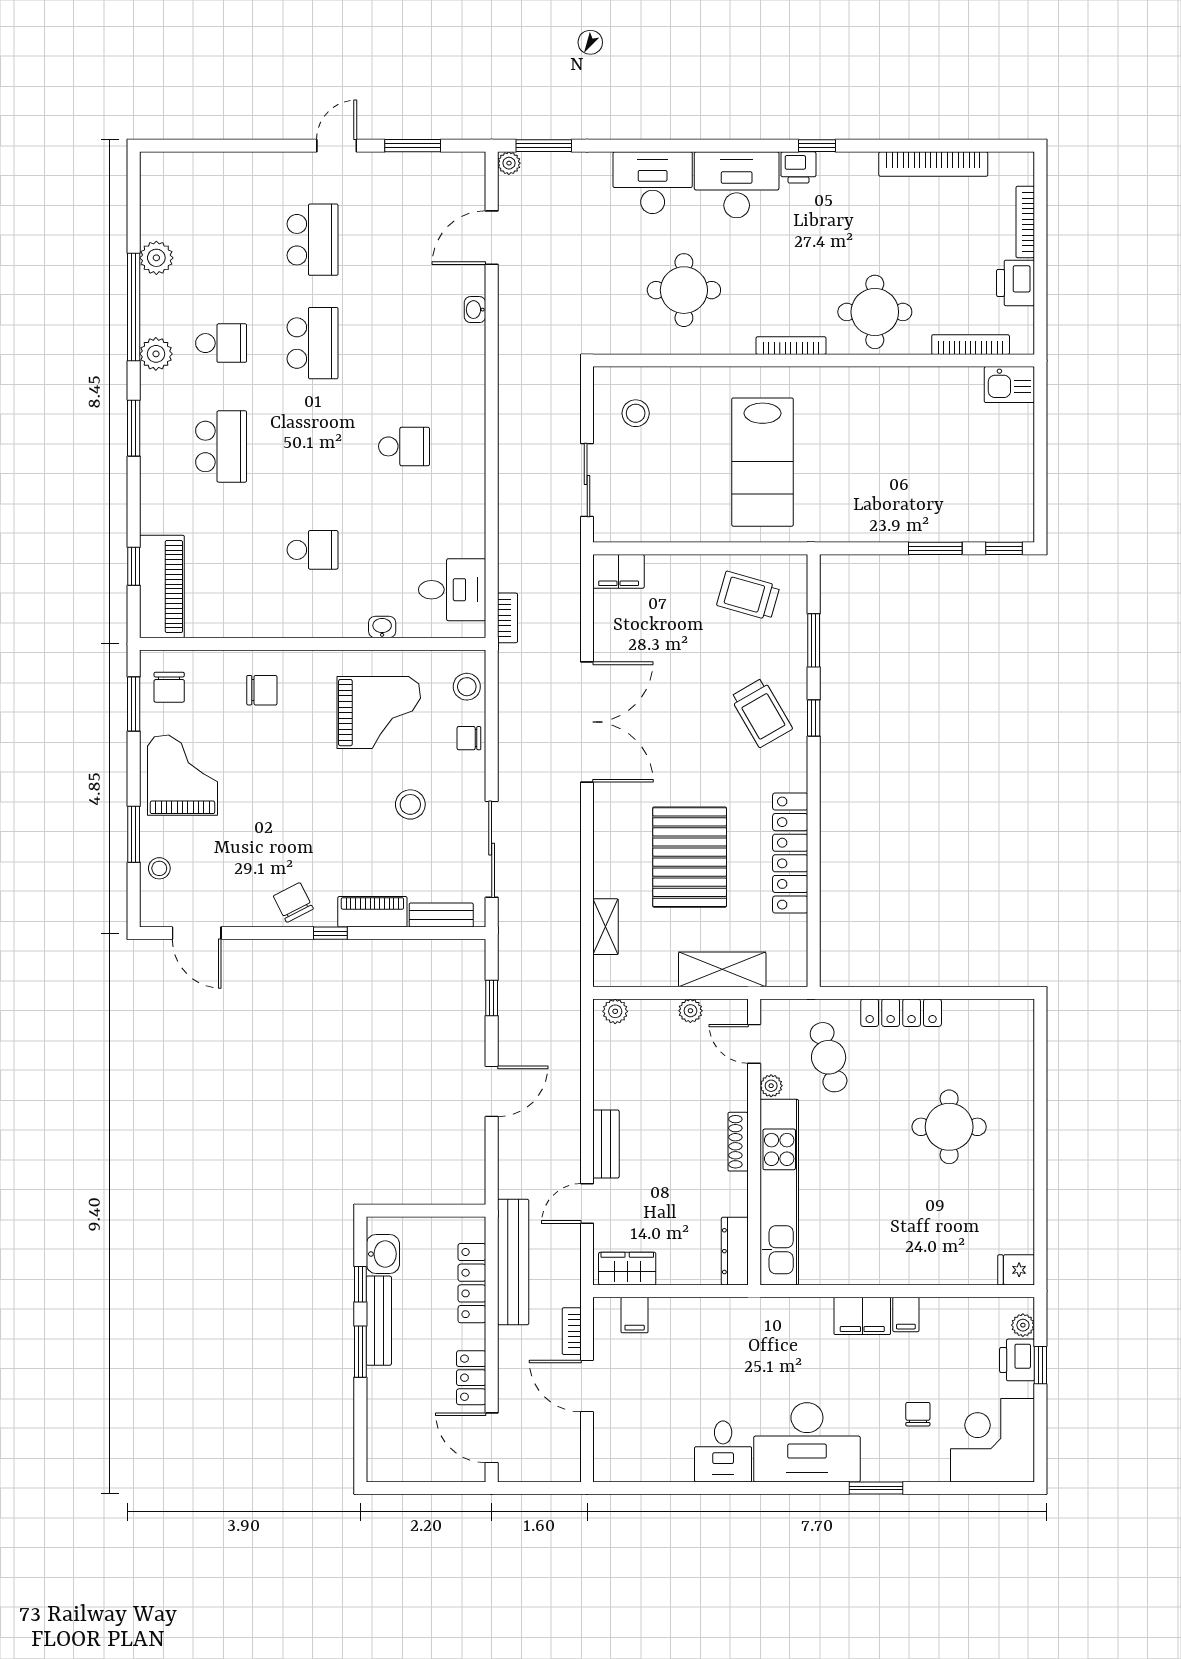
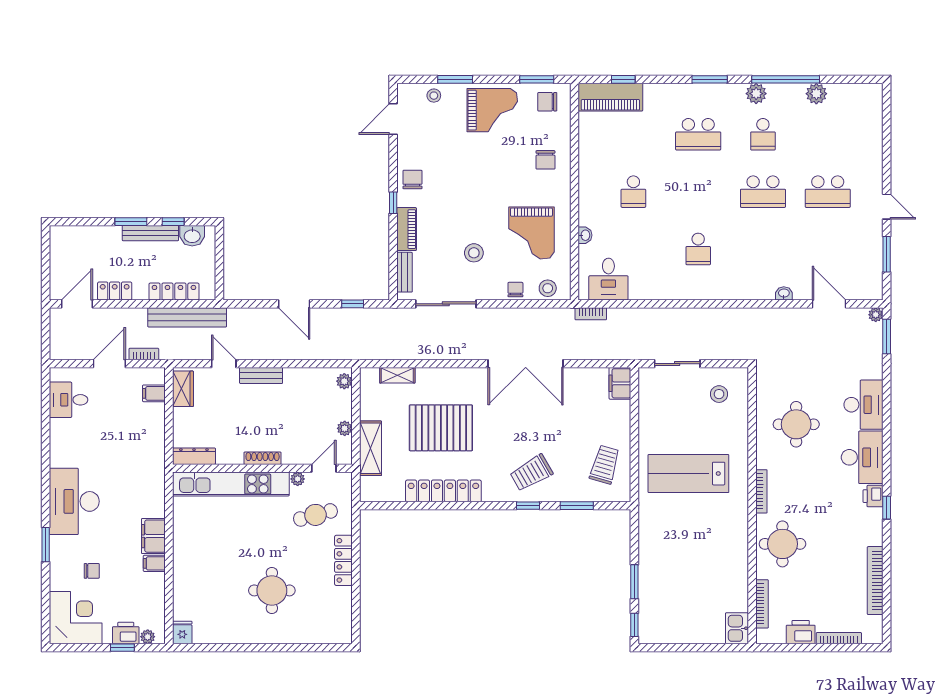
chair: (293, 902) -> (412, 180), turned -63
desk: (723, 1451) -> (68, 400), moved

